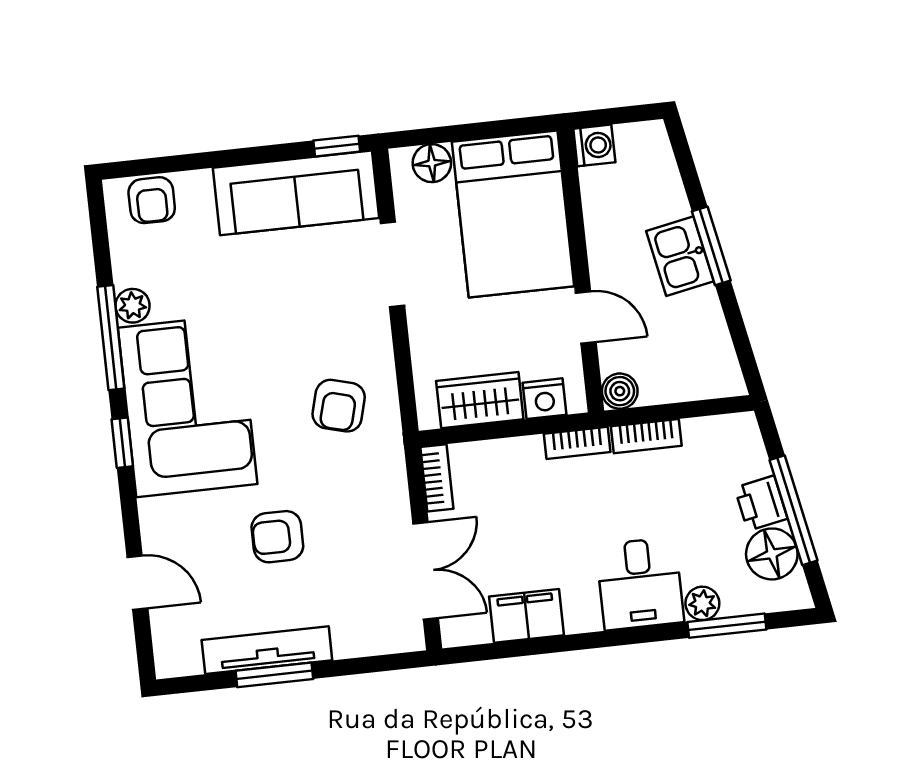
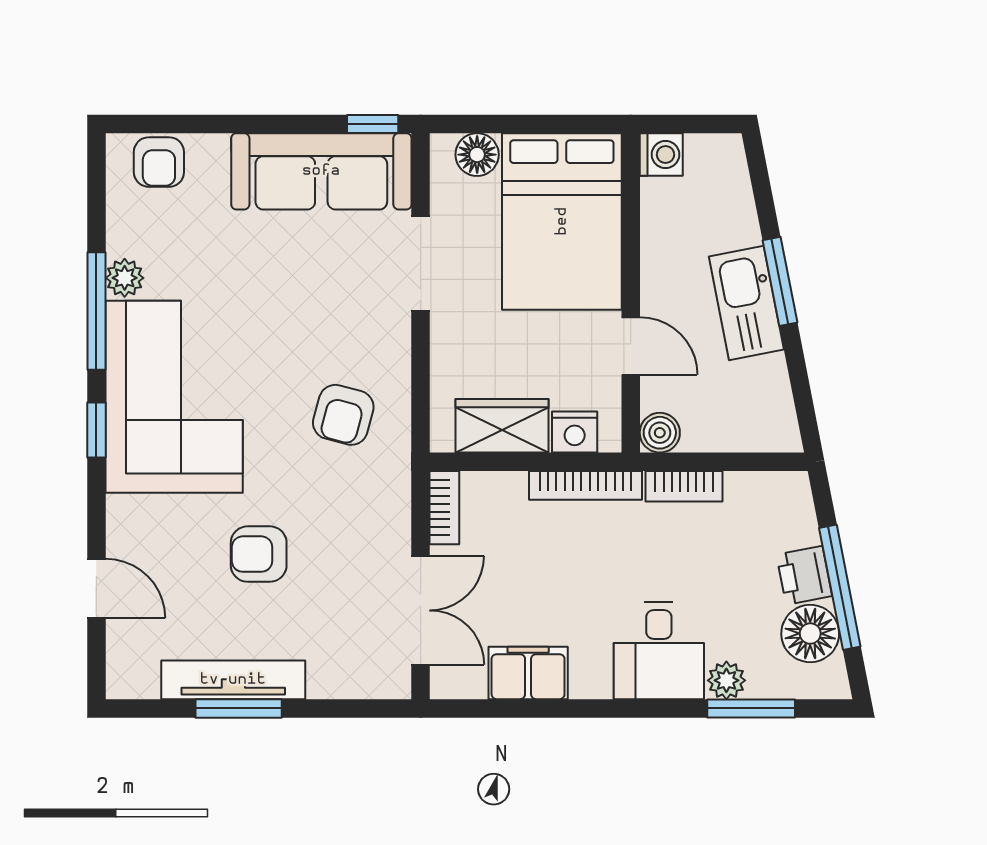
kitchen sink: (680, 256) -> (746, 303), width x1.38
bookcase: (577, 443) -> (585, 485), width x1.56

